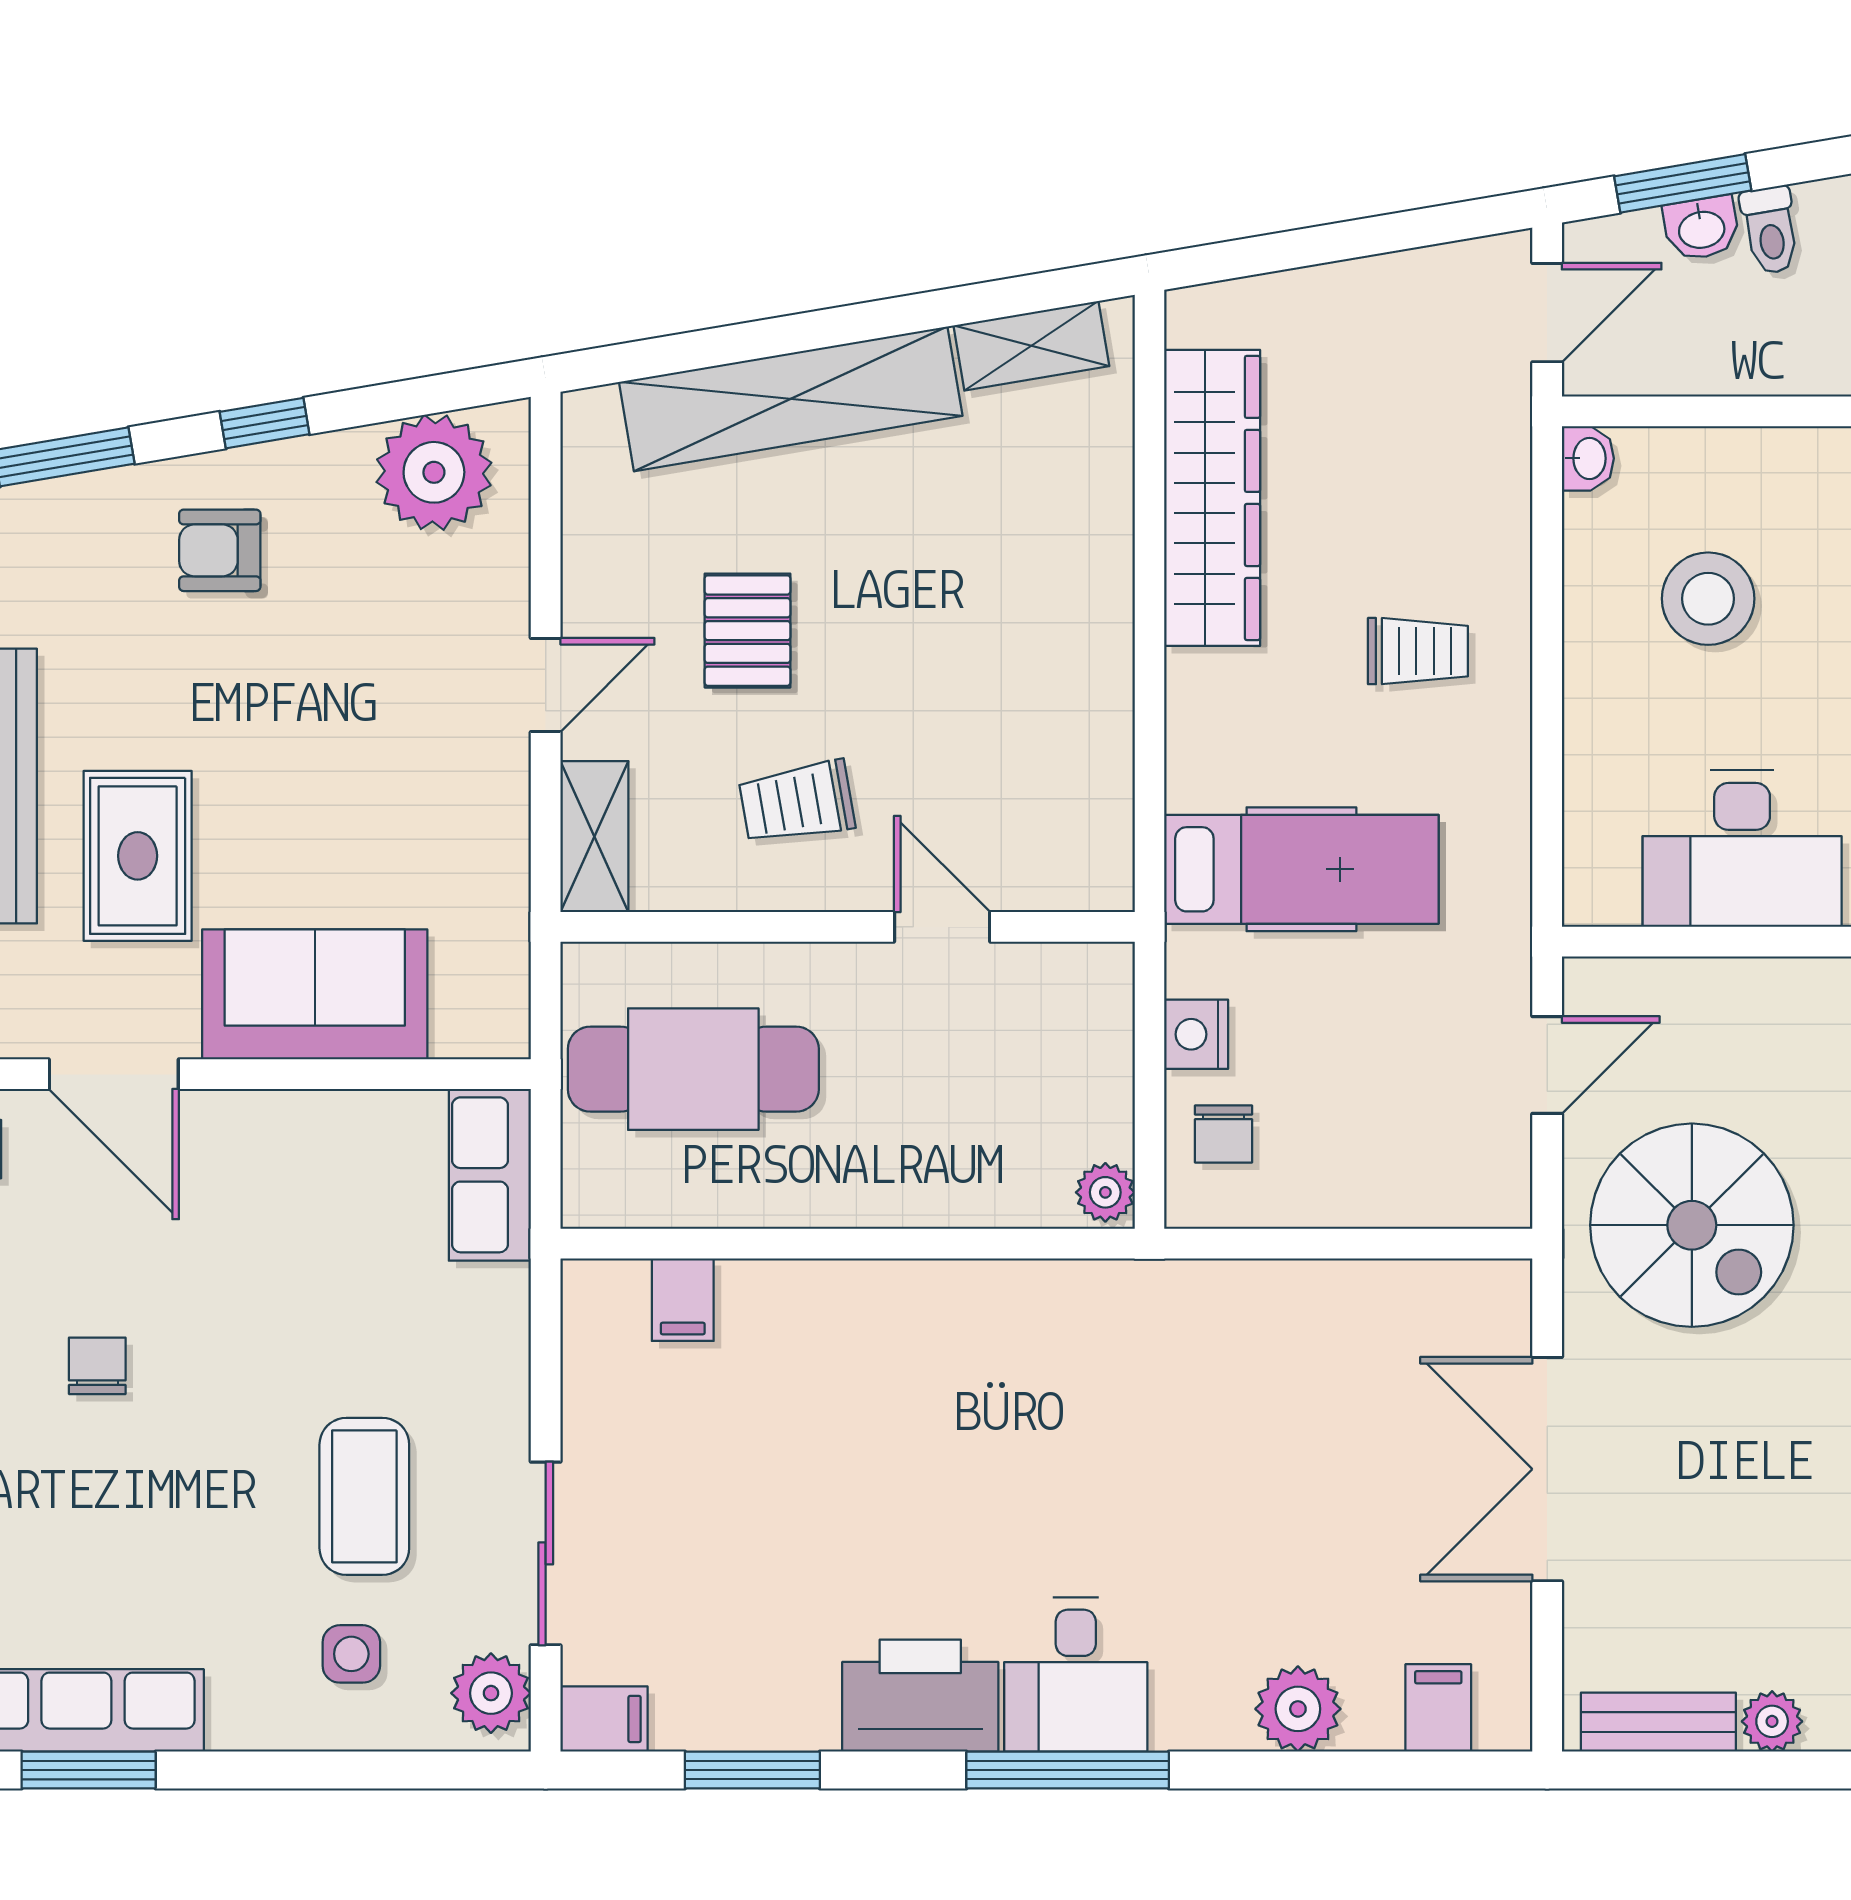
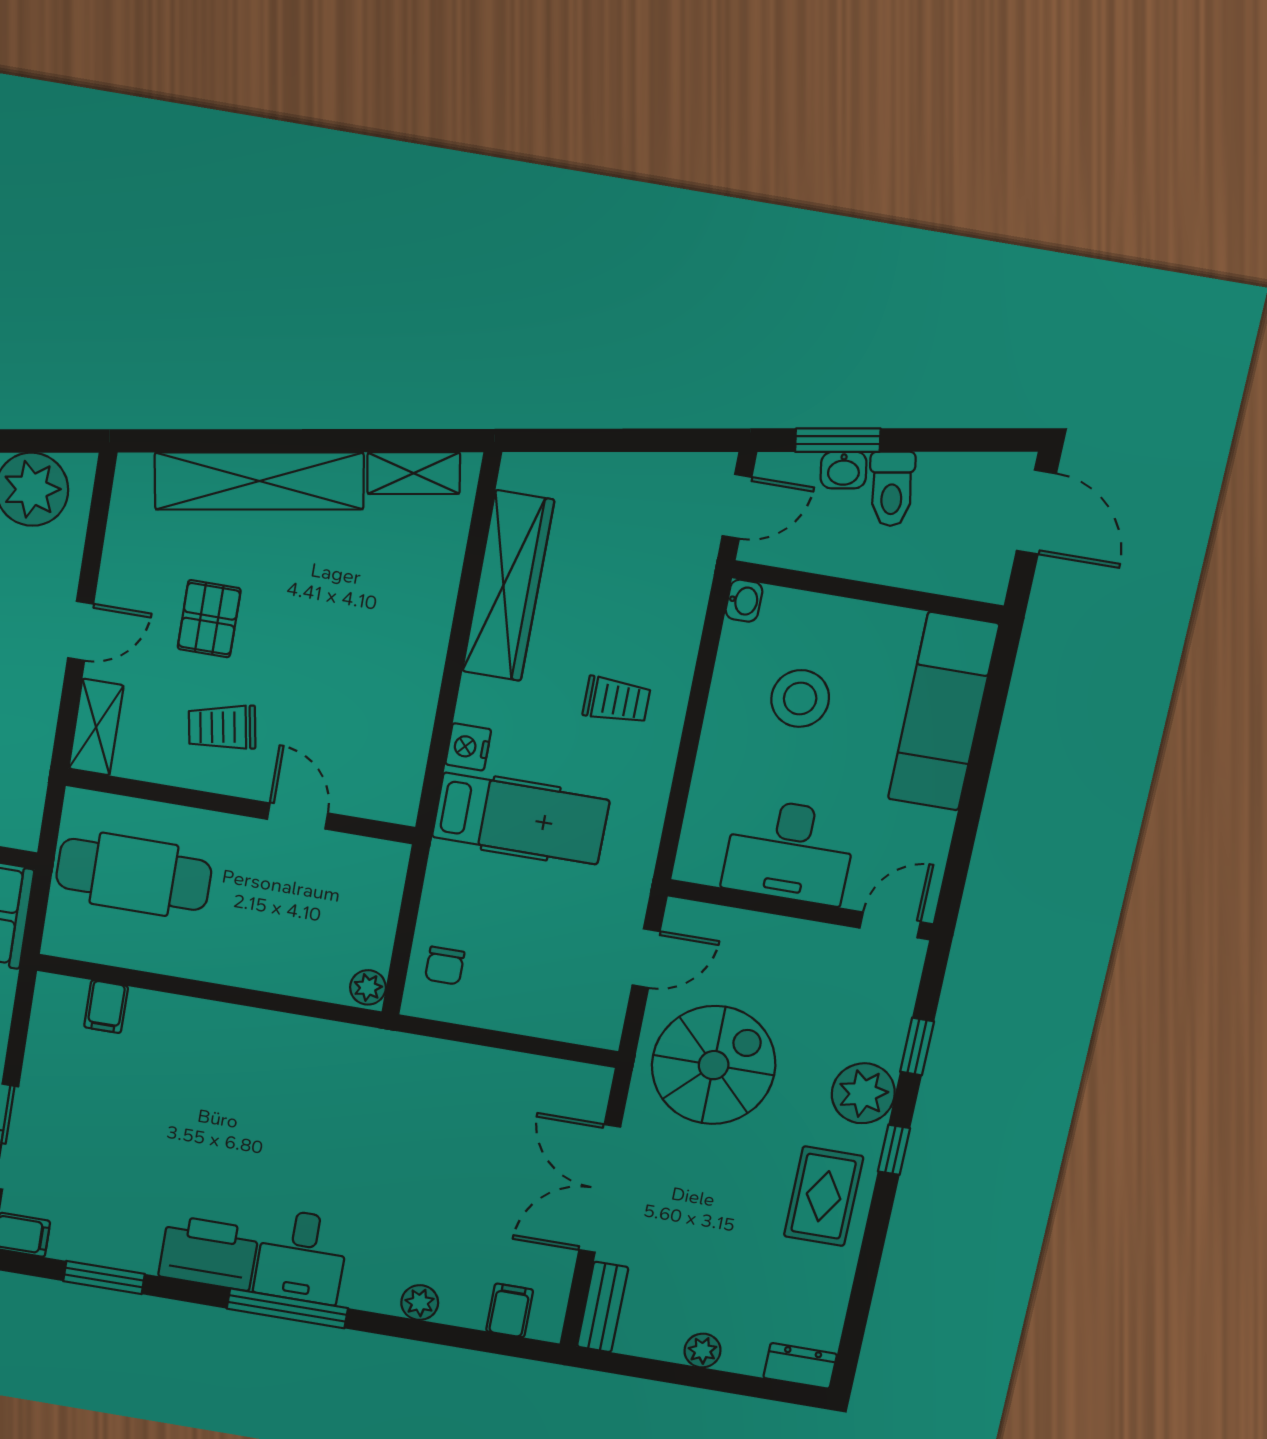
toilet: (1770, 230) -> (892, 489), width x1.37, depth x1.39
nightstand: (1196, 1034) -> (468, 747), moved
spiral stairs: (1692, 1225) -> (714, 1065), turned -90
plant: (1298, 1709) -> (420, 1303), width x0.73, depth x0.73
bench: (1658, 1722) -> (603, 1307), moved, turned 90

